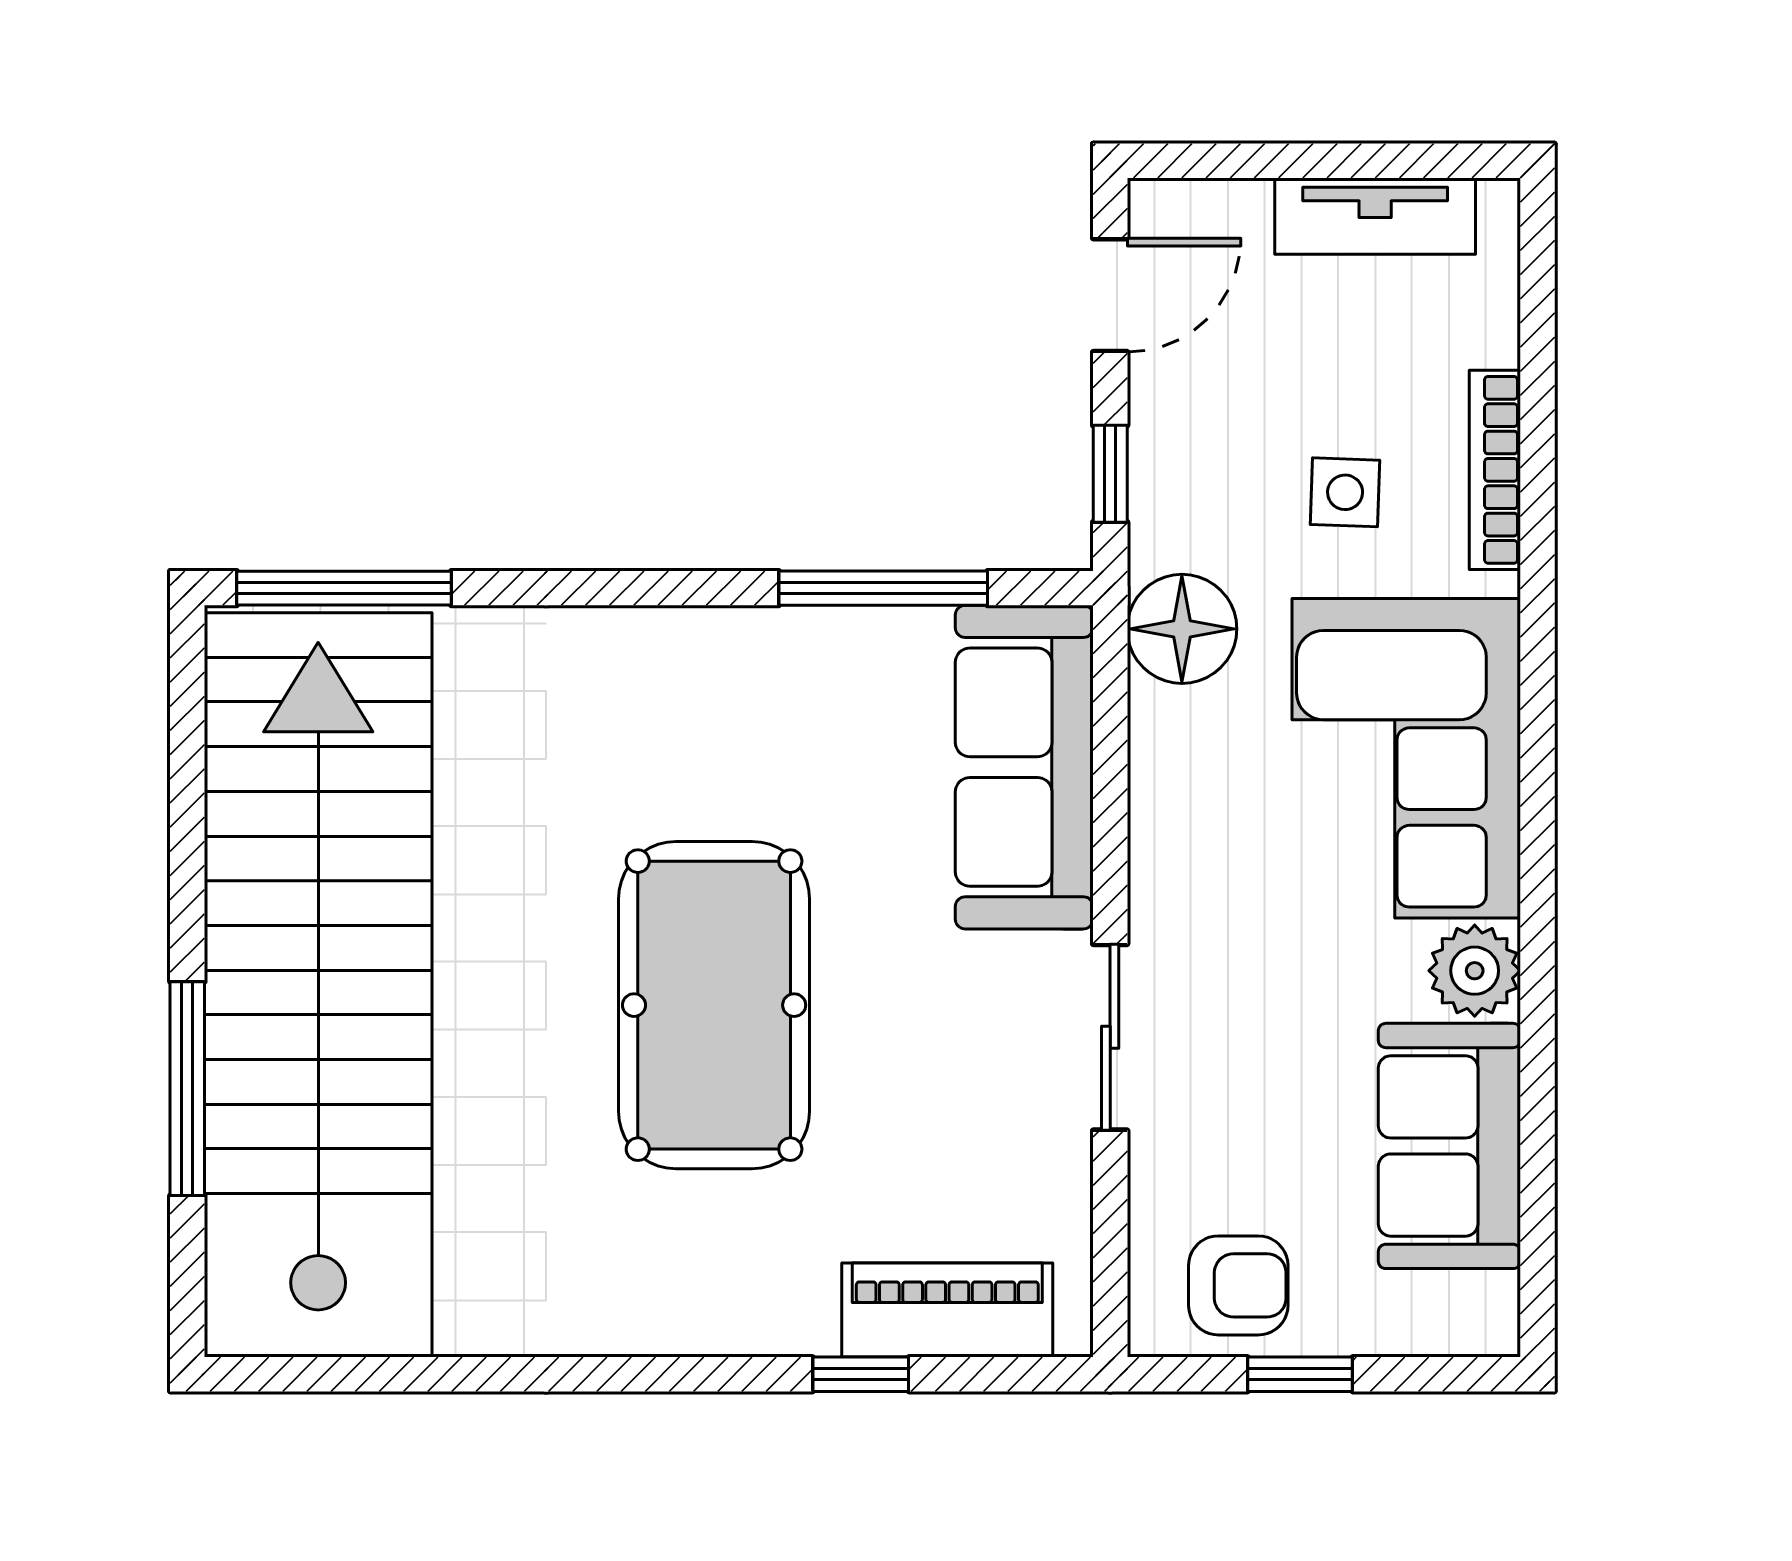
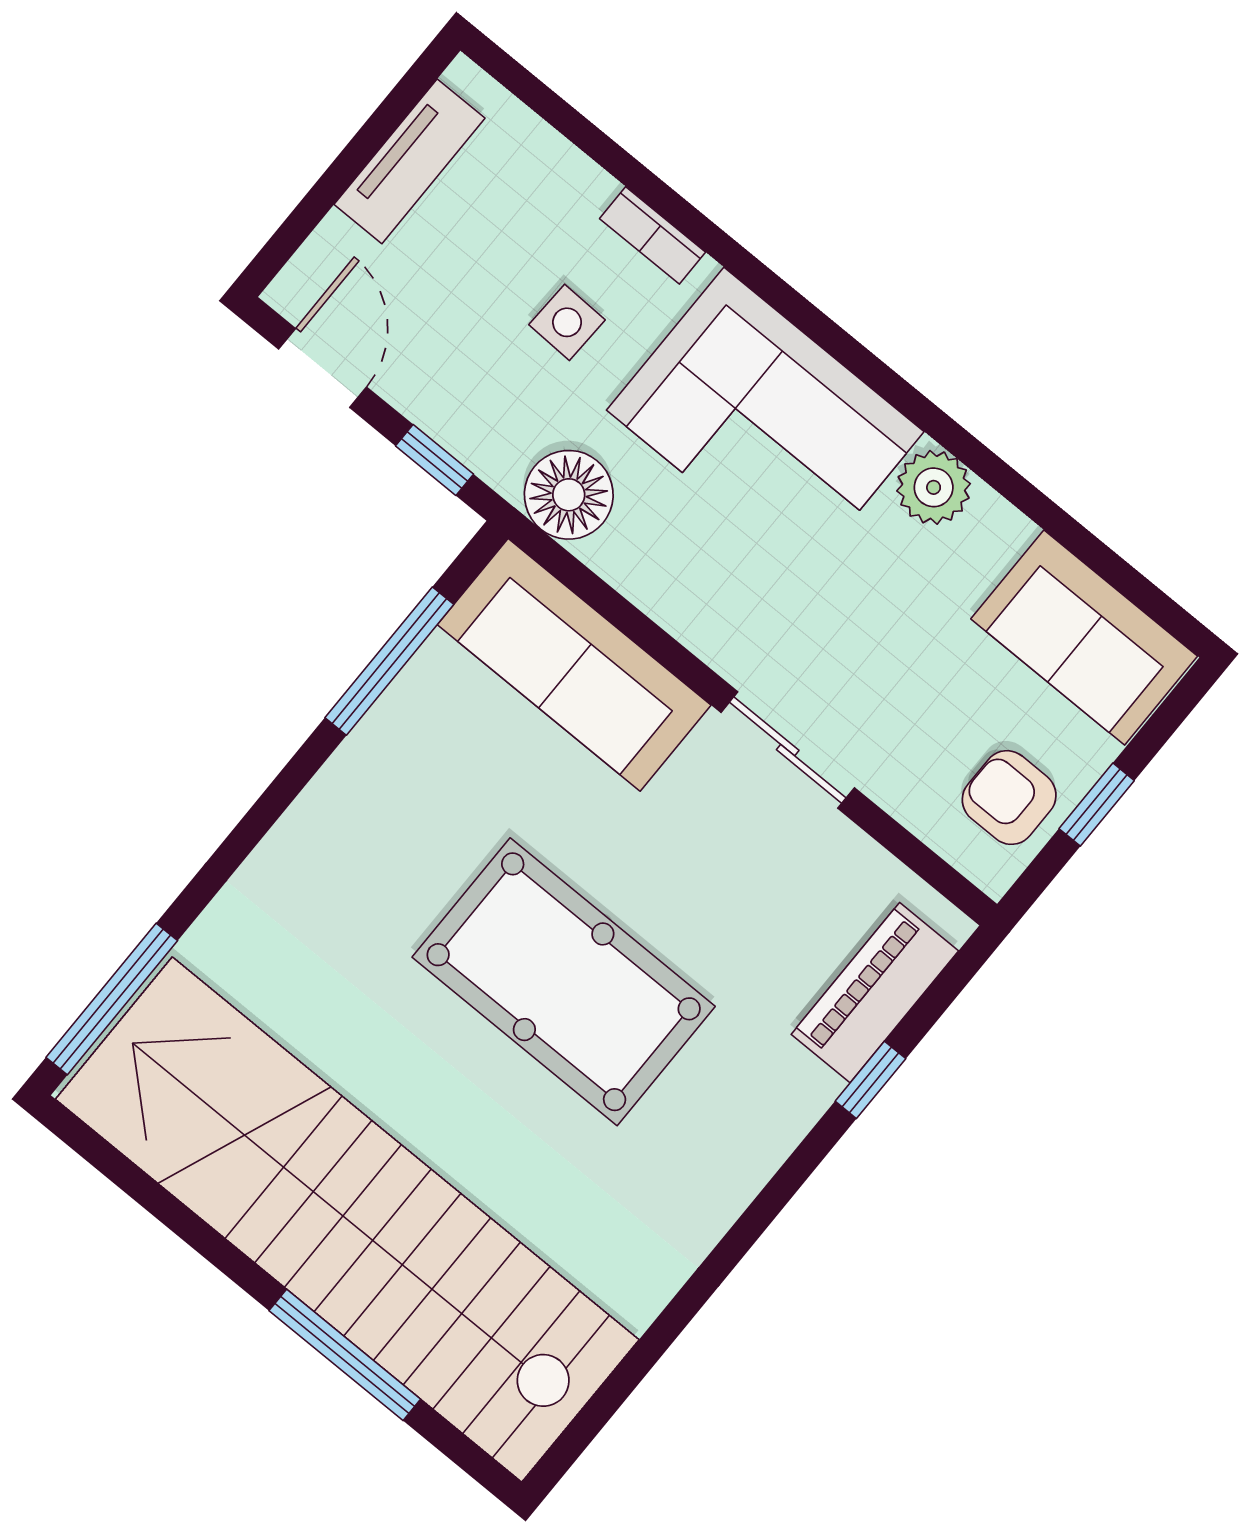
bookcase: (1495, 470) -> (653, 235), width x0.64
sofa: (1449, 1146) -> (1084, 638), moved
armchair: (1238, 1285) -> (1009, 798), turned -90

